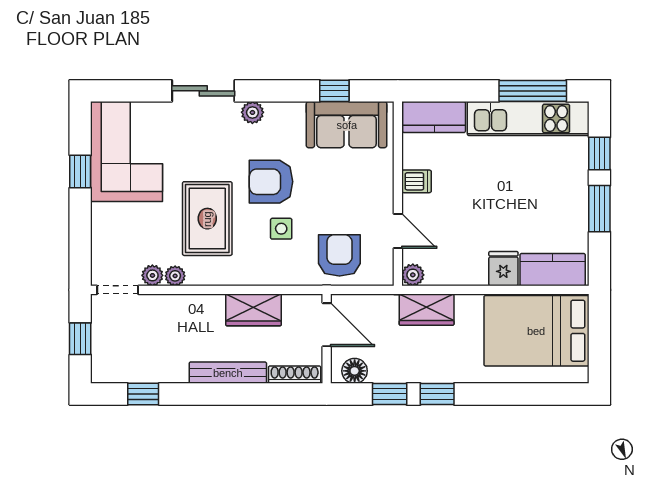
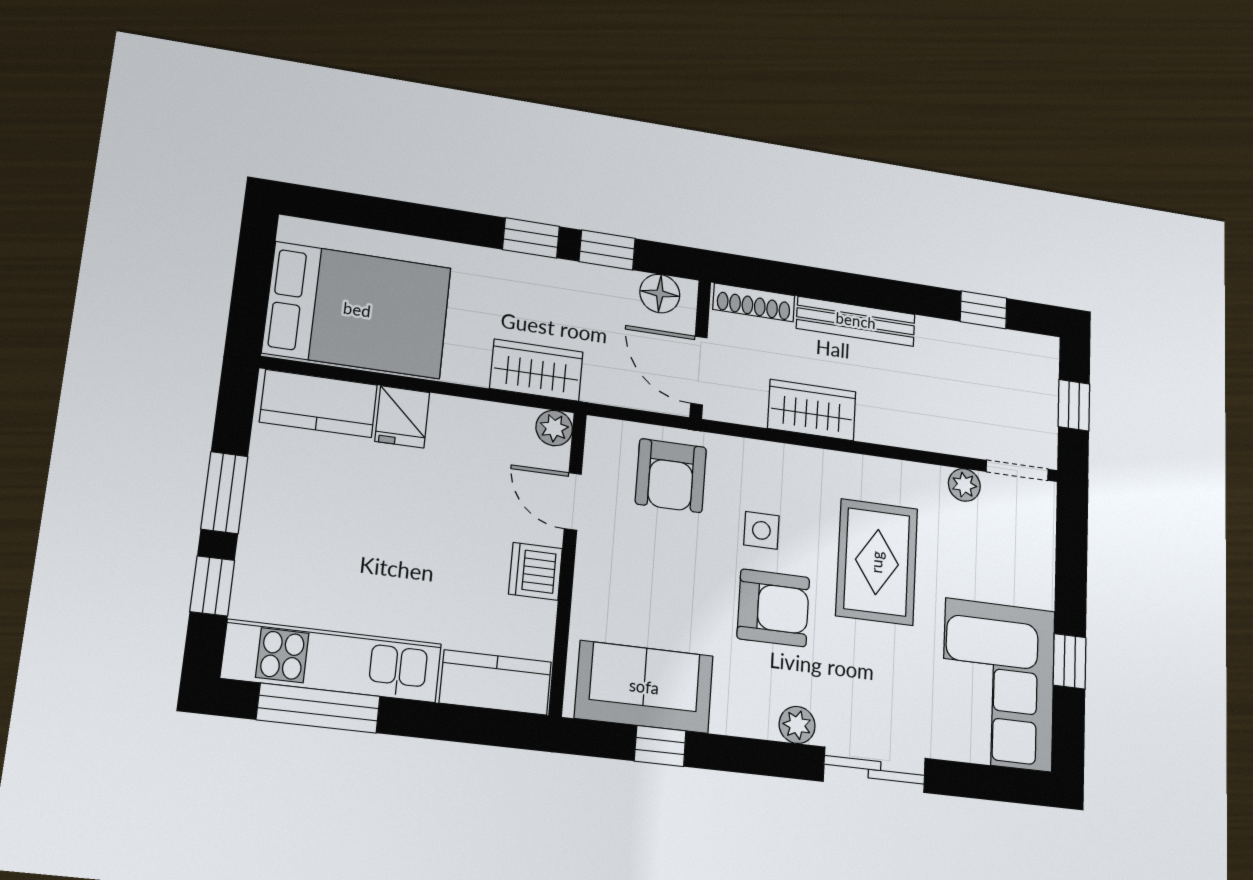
dishwasher: (416, 181) -> (536, 571), width x1.38
plant: (175, 276) -> (930, 479), removed

